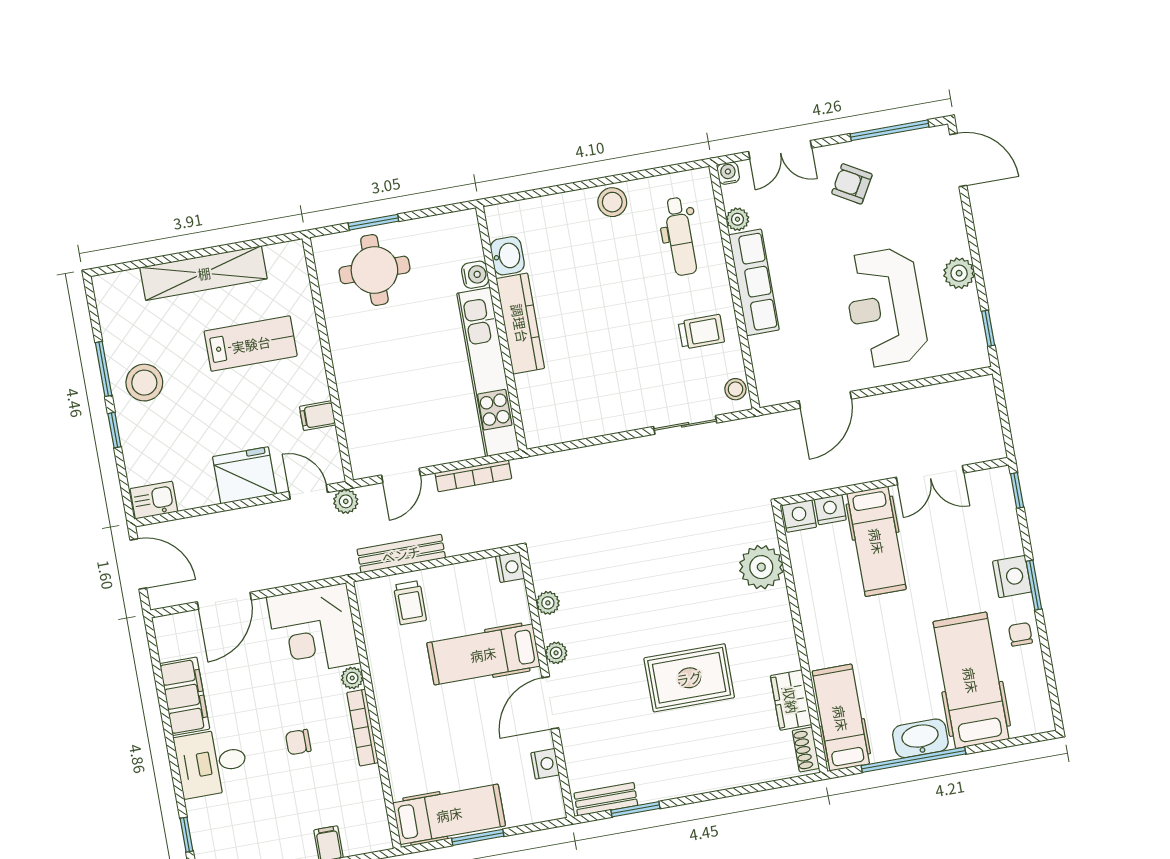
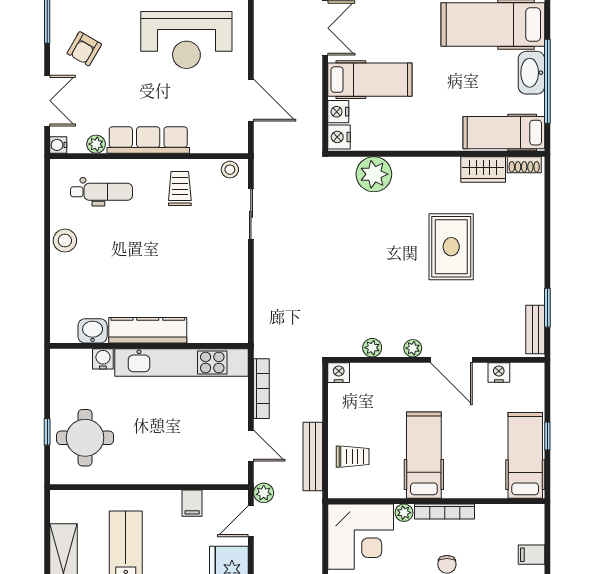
window: (373, 222) -> (47, 432), width x0.67
hospital bed: (483, 654) -> (424, 455), moved, turned 180
window: (478, 837) -> (547, 436), width x0.67

